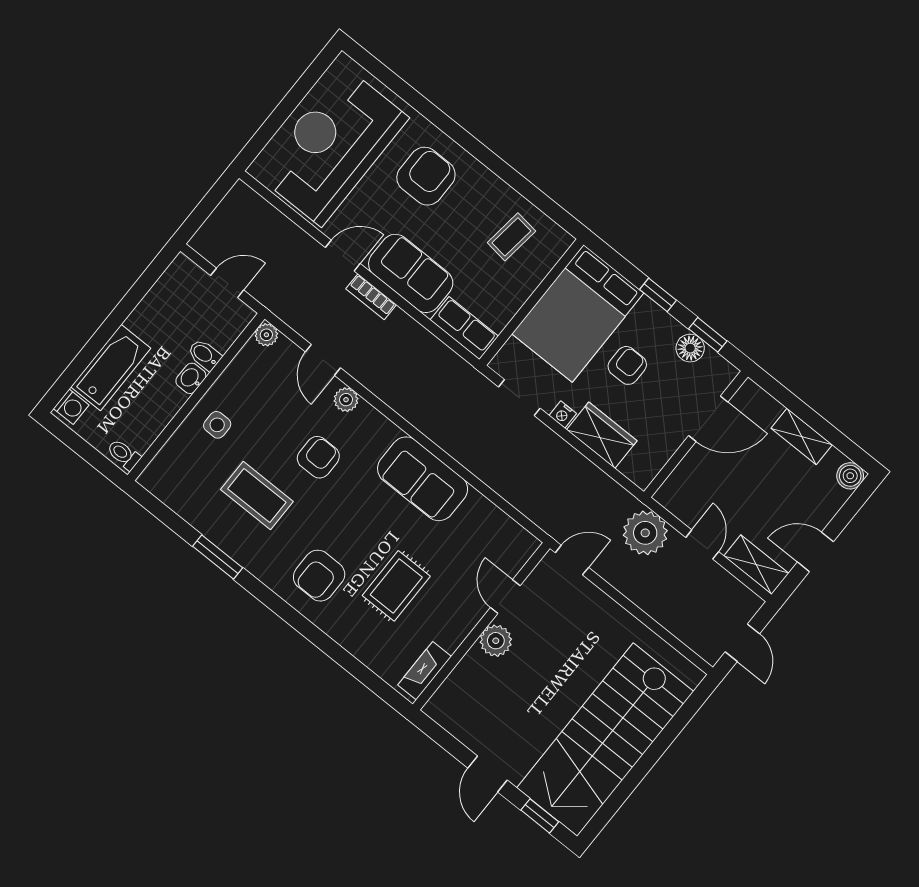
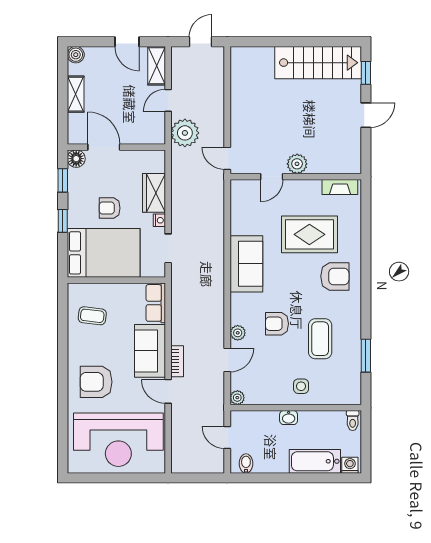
floor lamp: (690, 348) -> (76, 159), moved
bidet: (204, 355) -> (246, 463), moved, turned 180
window: (218, 557) -> (366, 356), moved
rug: (396, 586) -> (309, 234), width x1.36, depth x1.43
stairs: (605, 740) -> (318, 63), width x0.73, depth x0.66

